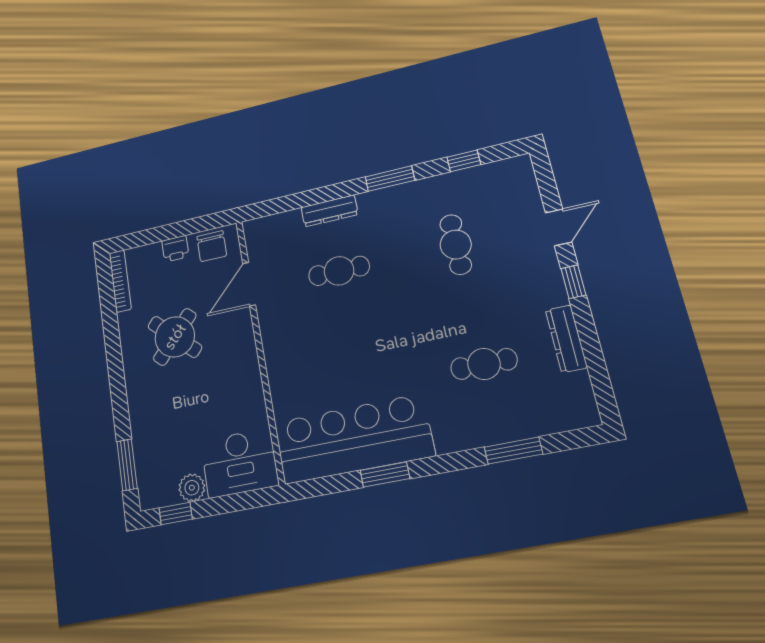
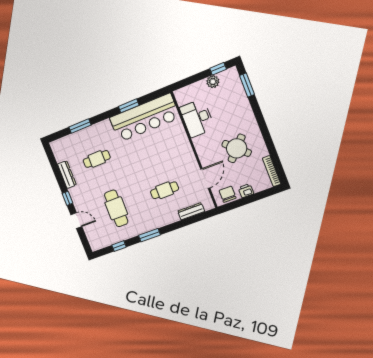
dresser: (329, 211) -> (191, 211), moved
door: (559, 227) -> (76, 221), swing flipped
cafe table: (456, 245) -> (116, 208), width x1.37, depth x1.35
desk: (240, 463) -> (197, 118), moved, turned -90

